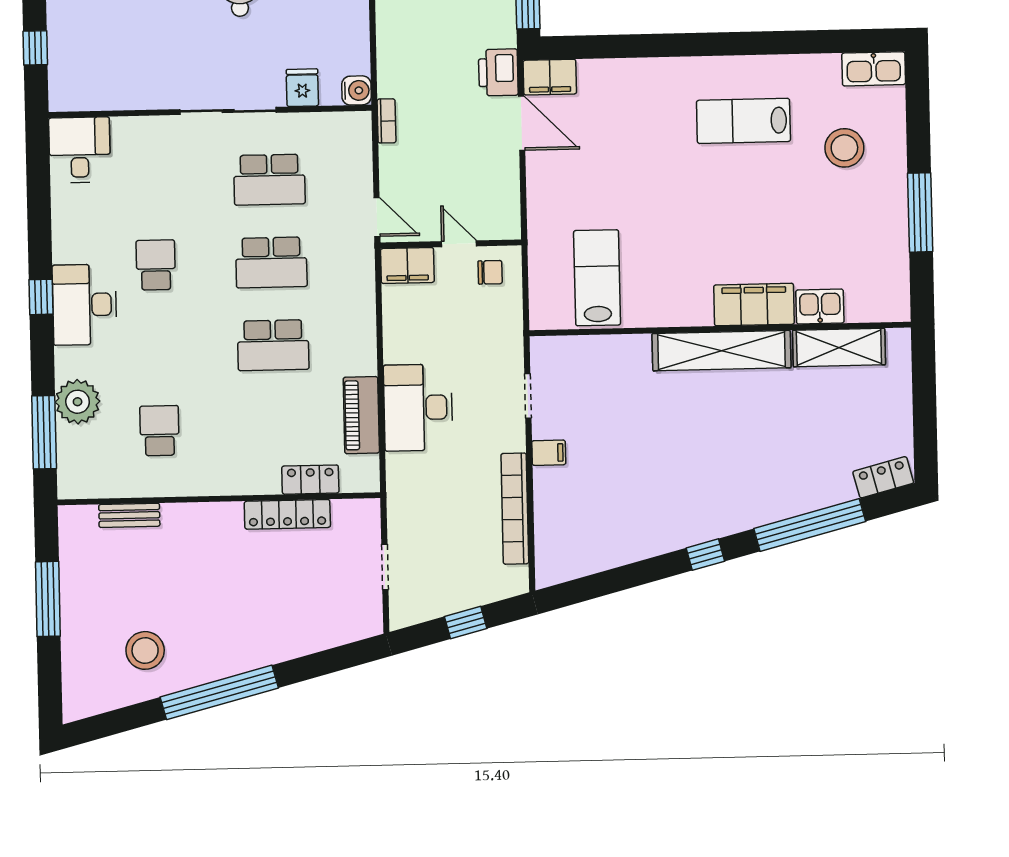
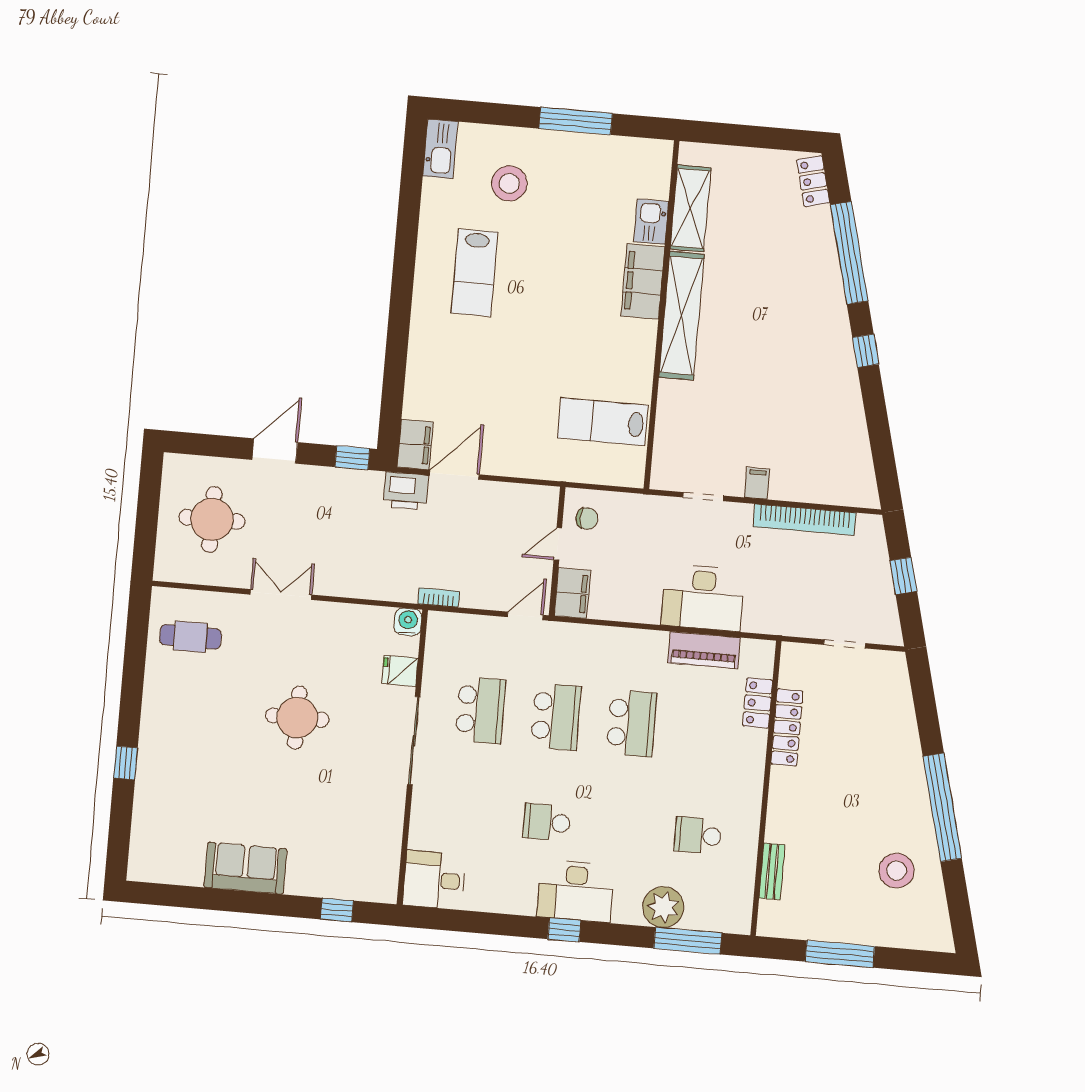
chair: (490, 272) -> (587, 518), turned 90

